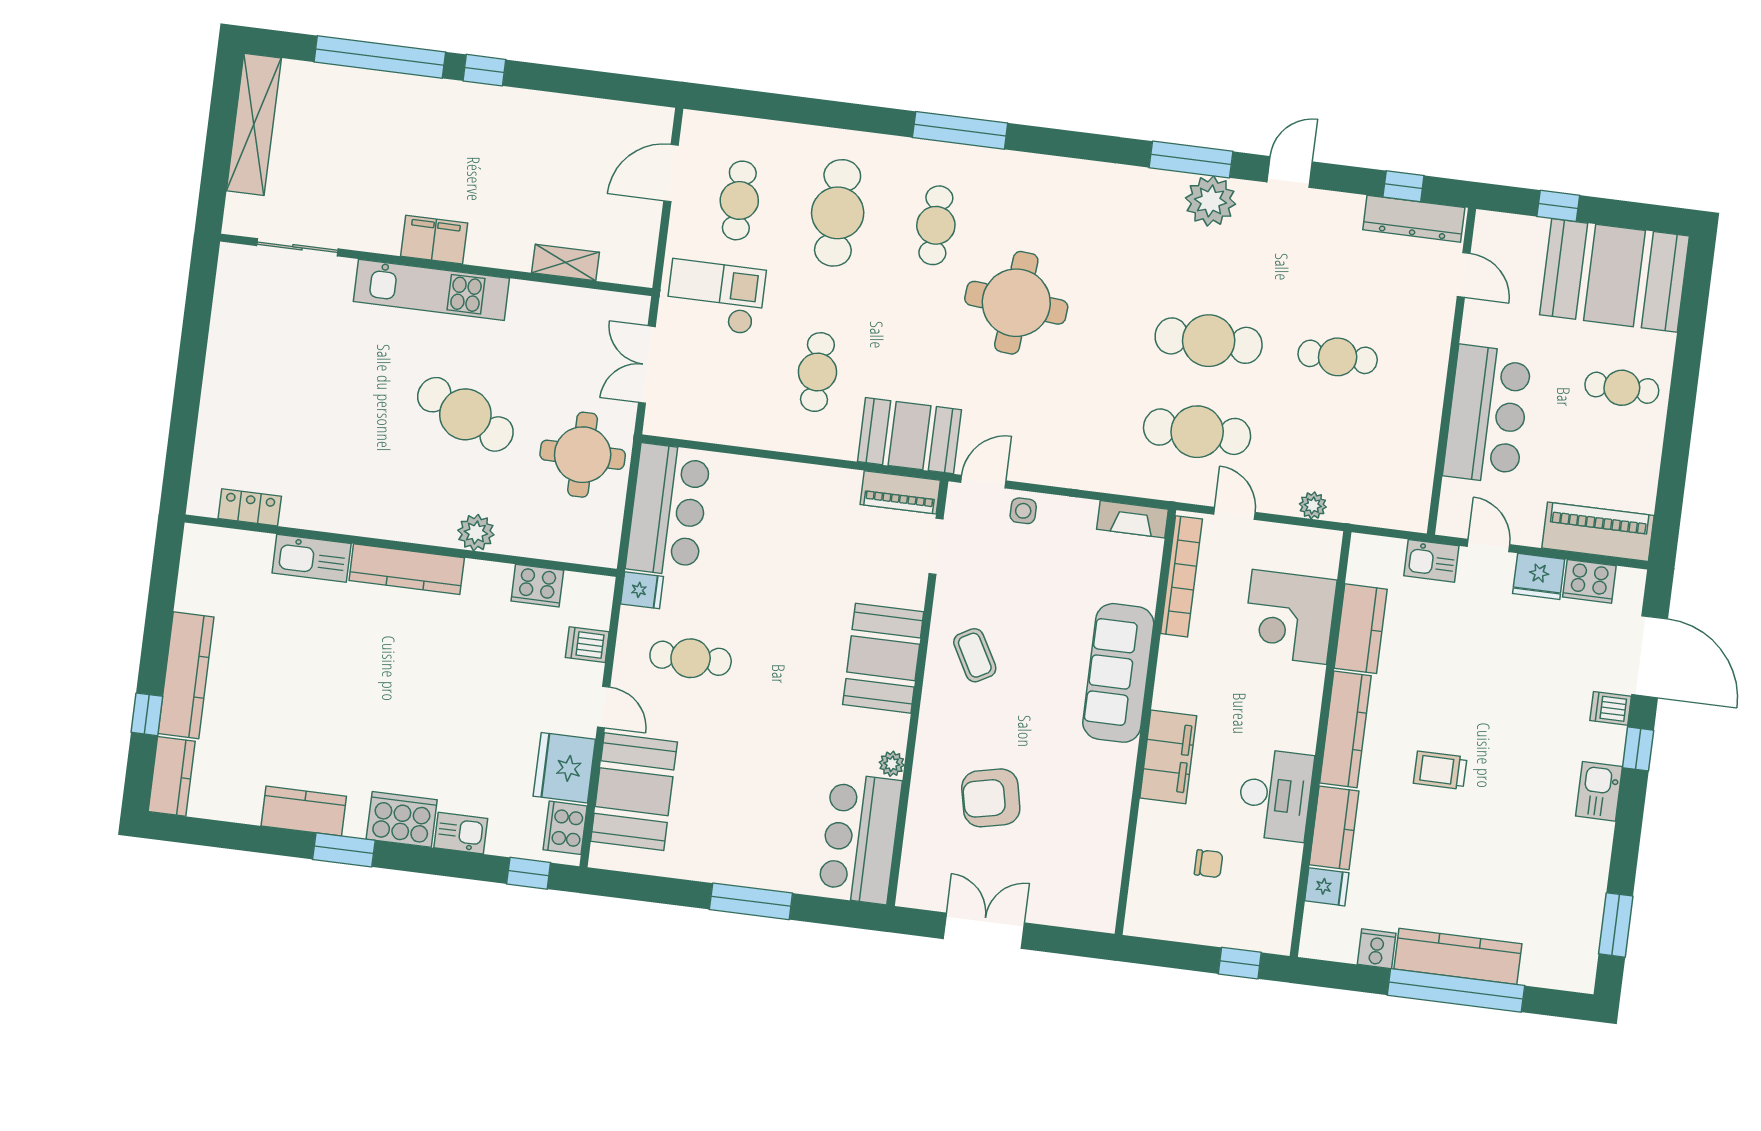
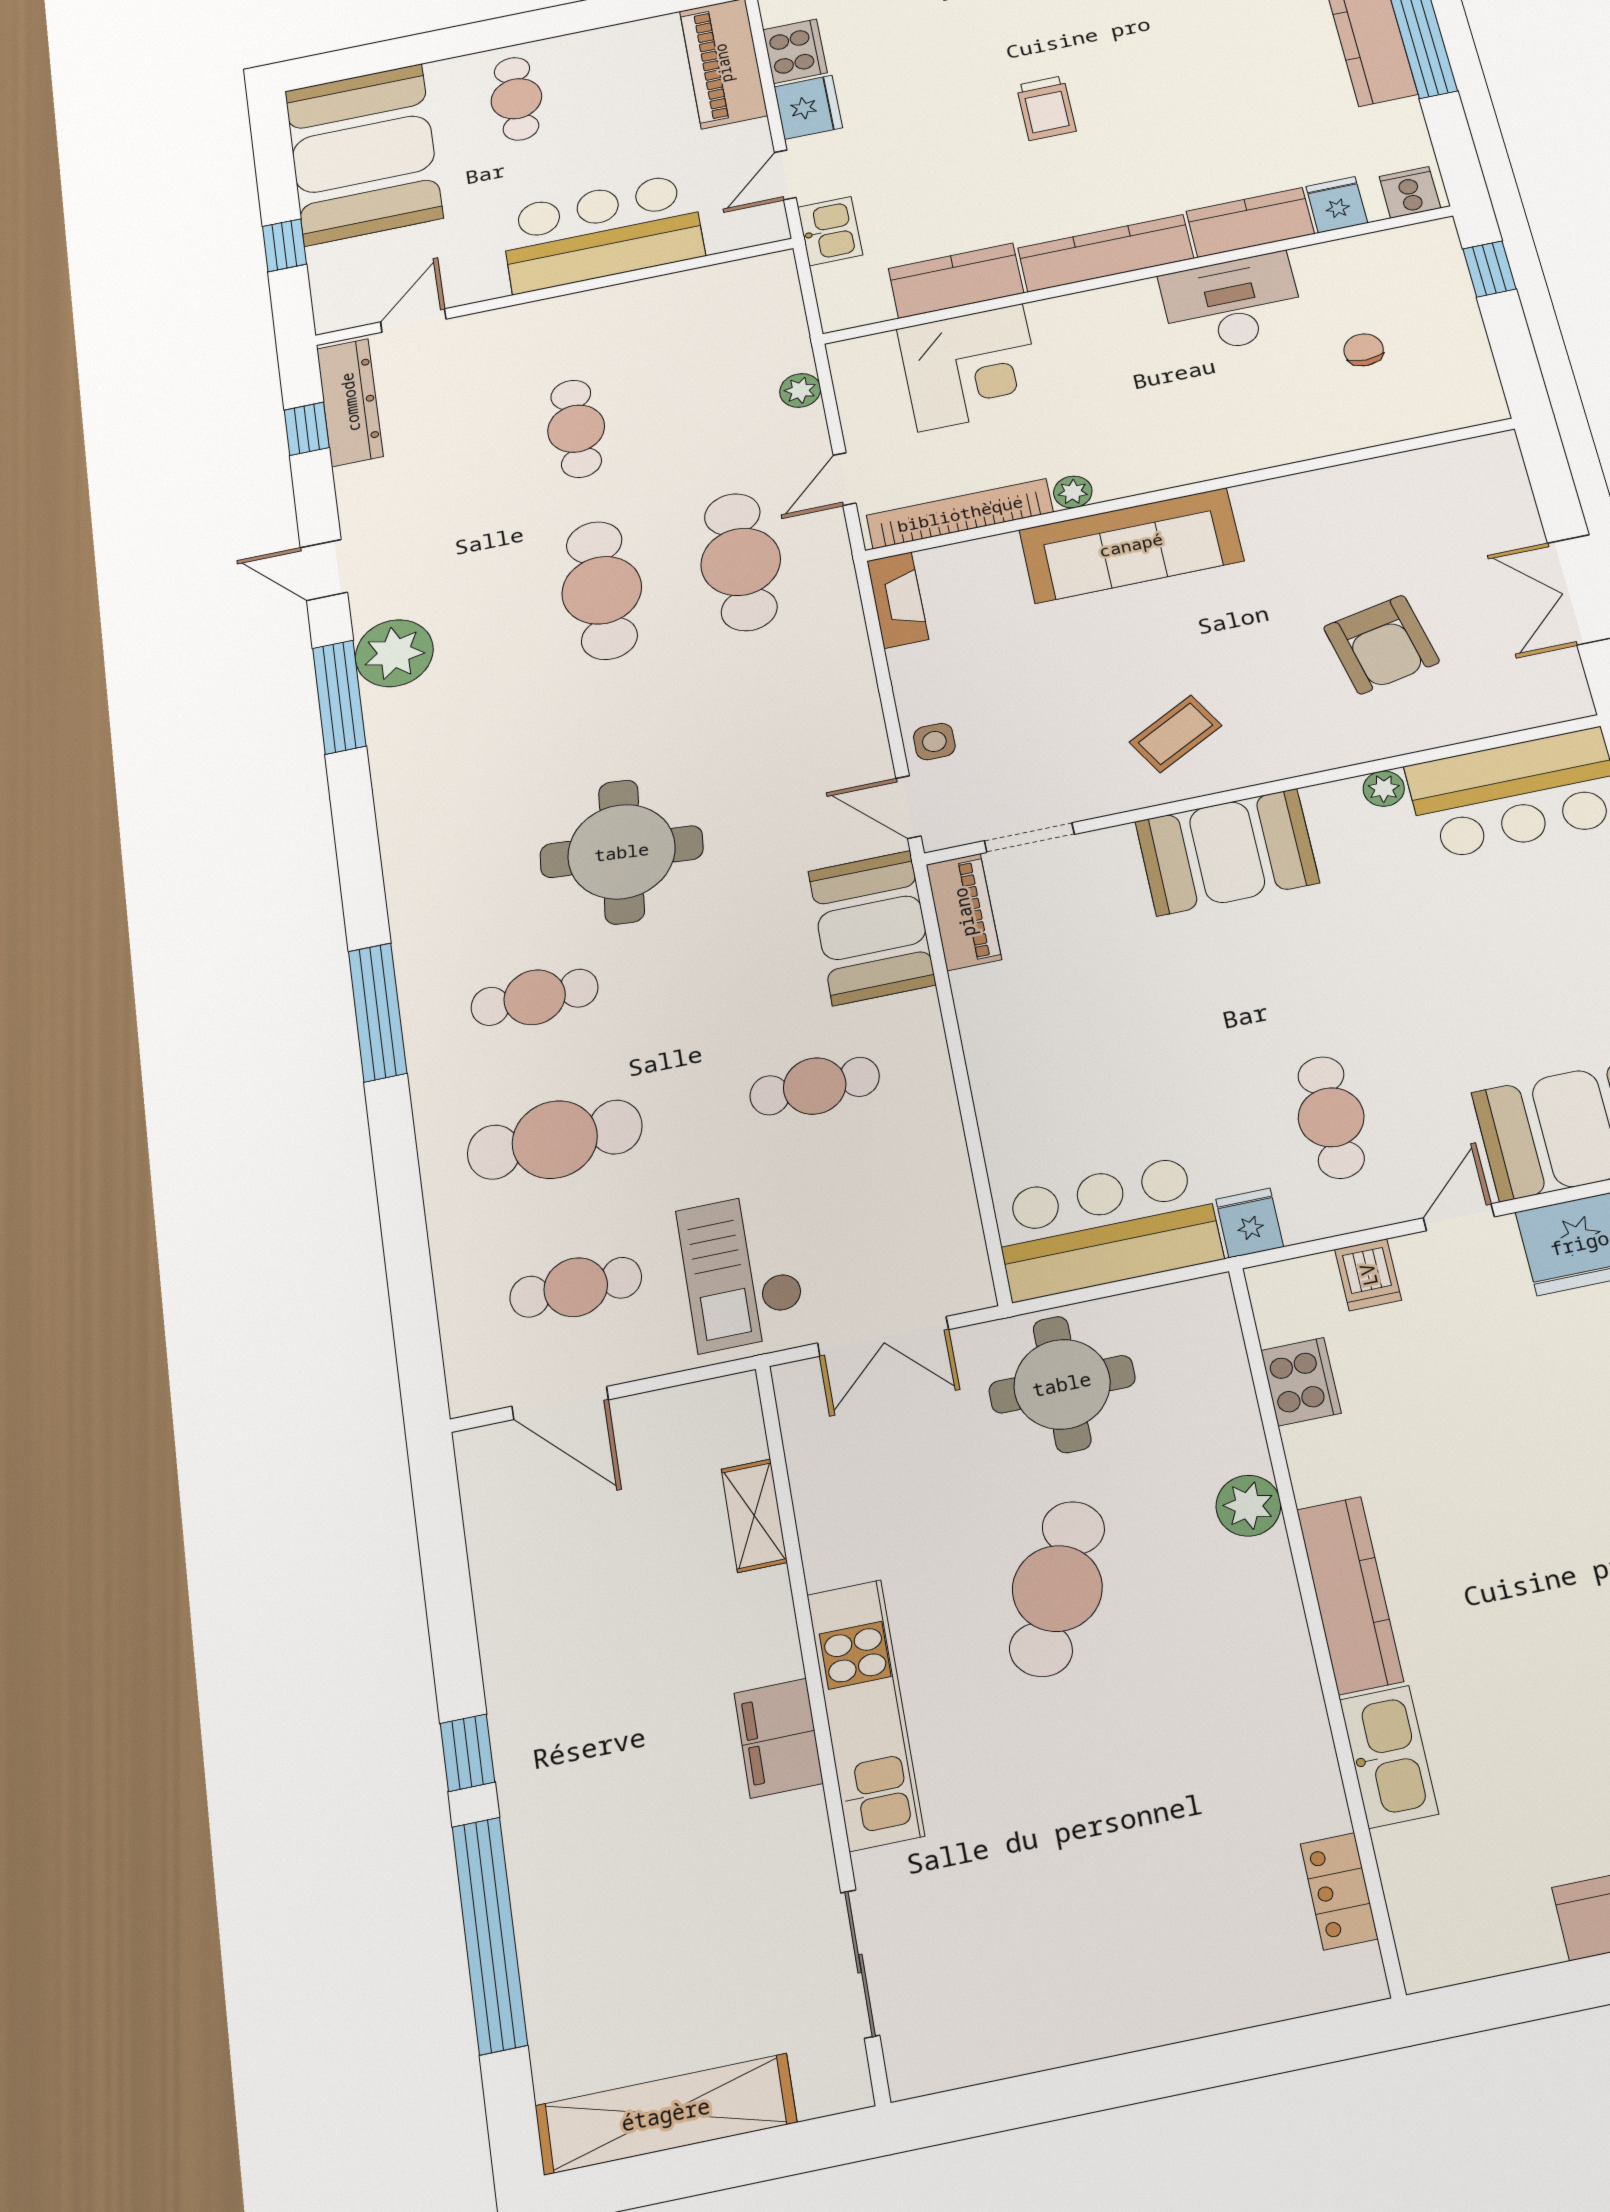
plant: (1171, 650) -> (1073, 492), added
filing cabinet: (1168, 757) -> (1229, 446), removed
trolley: (1440, 770) -> (1046, 108), moved
cooker: (1377, 949) -> (1410, 192), moved, turned 90

